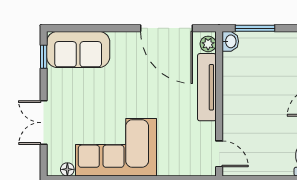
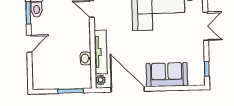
washbasin: (230, 41) -> (86, 58), moved
sofa: (78, 49) -> (167, 75), moved

